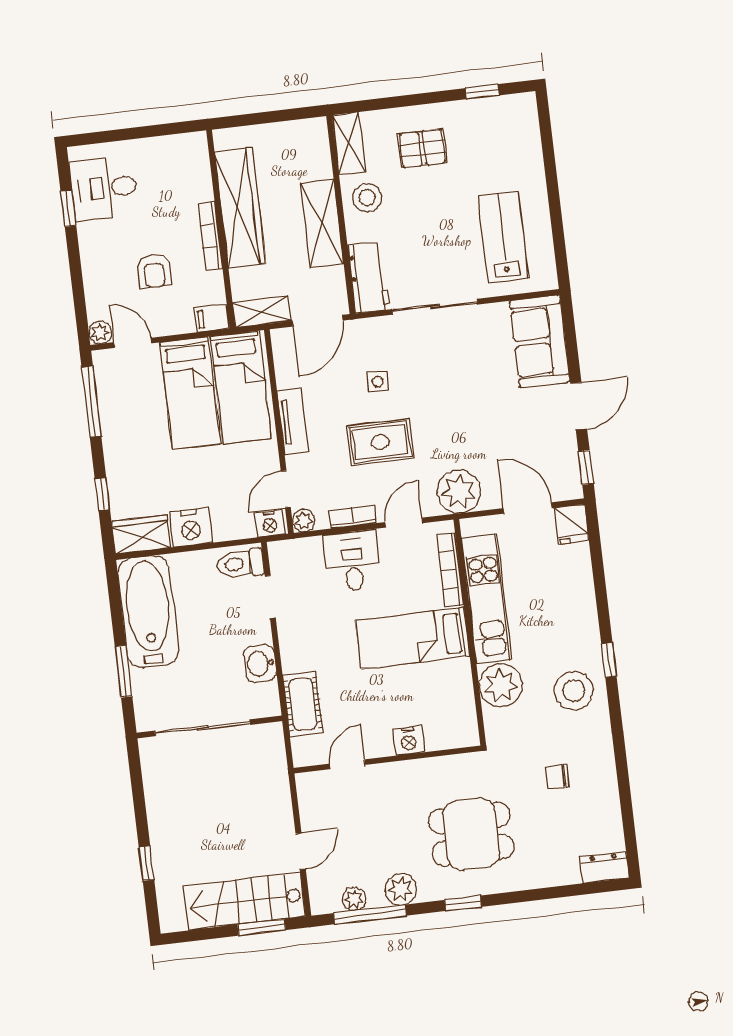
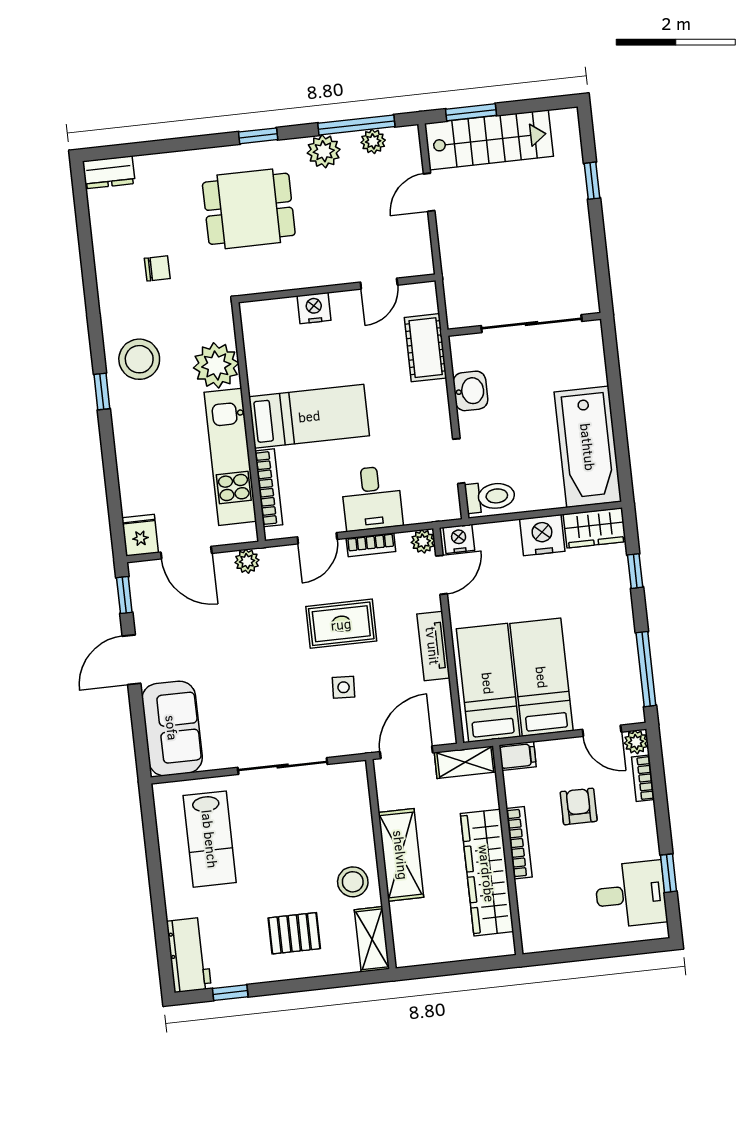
workbench: (369, 277) -> (189, 955), moved, turned 180
bookcase: (93, 298) -> (643, 778), added
plant: (459, 492) -> (247, 561), width x0.53, depth x0.53
window: (124, 671) -> (614, 384), removed

